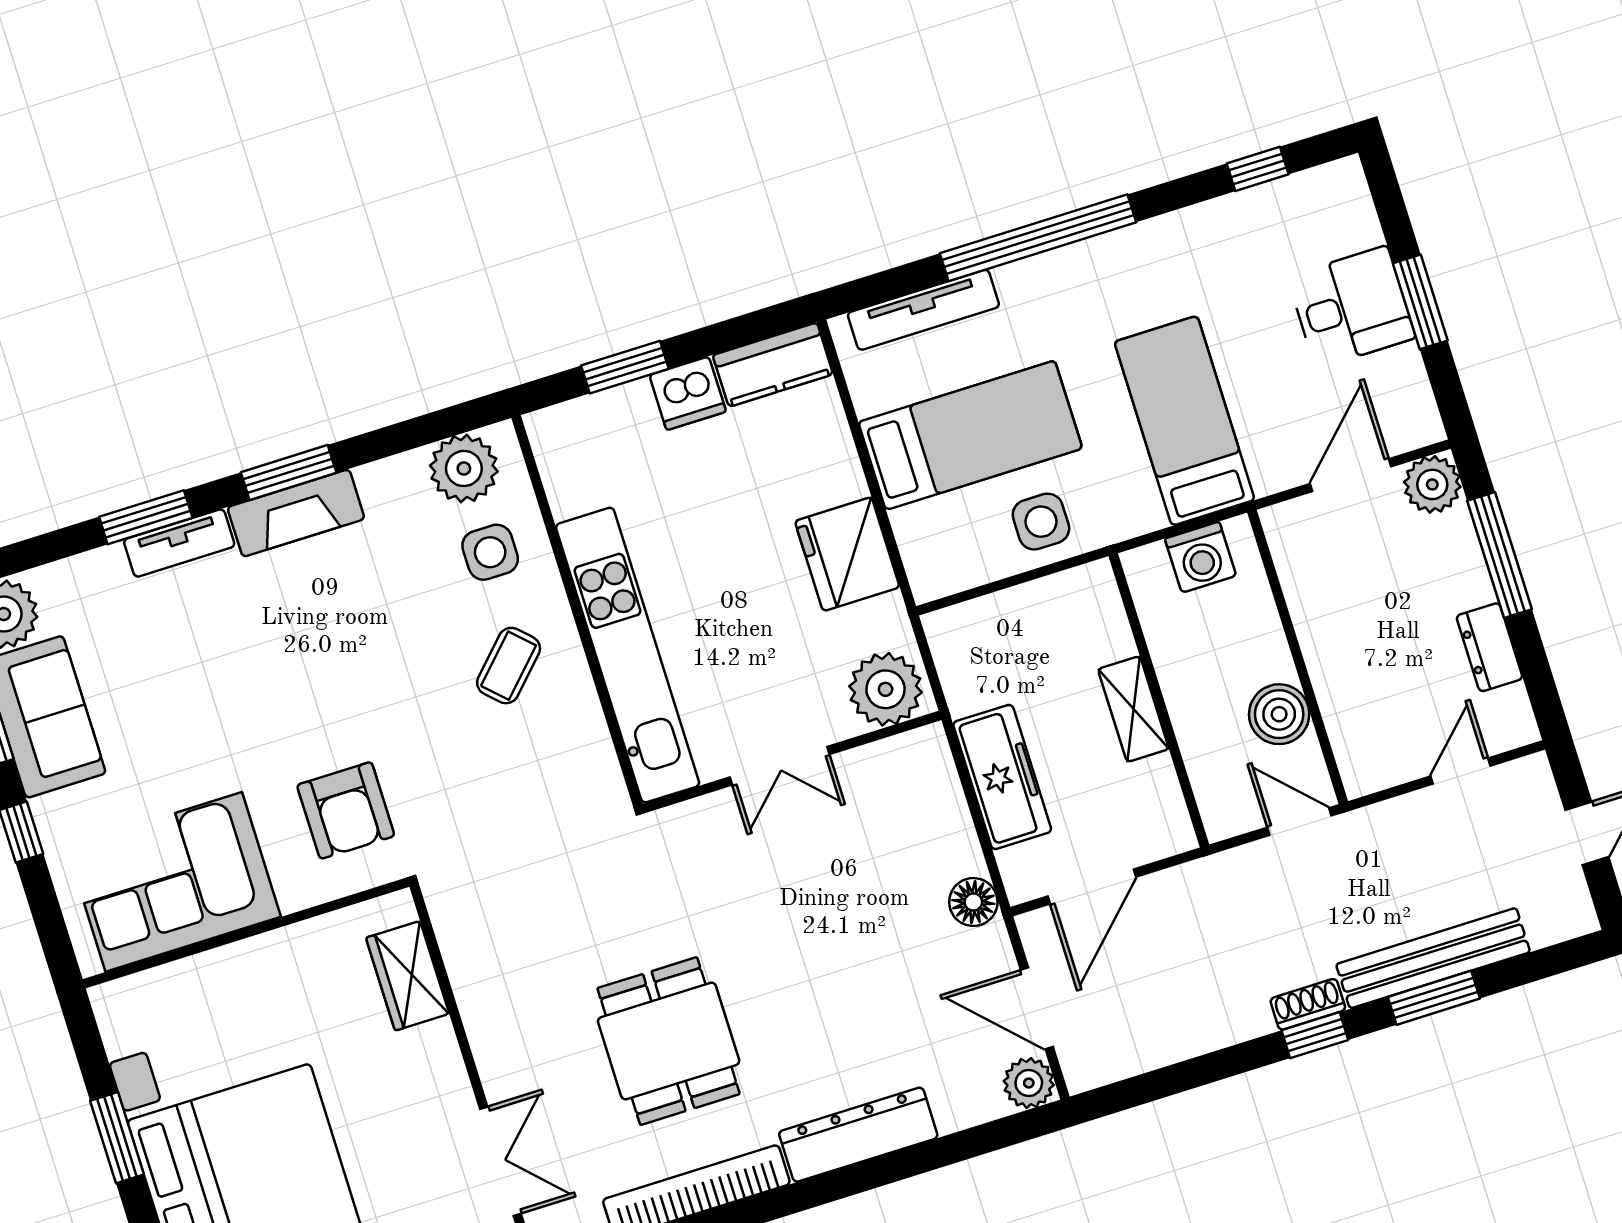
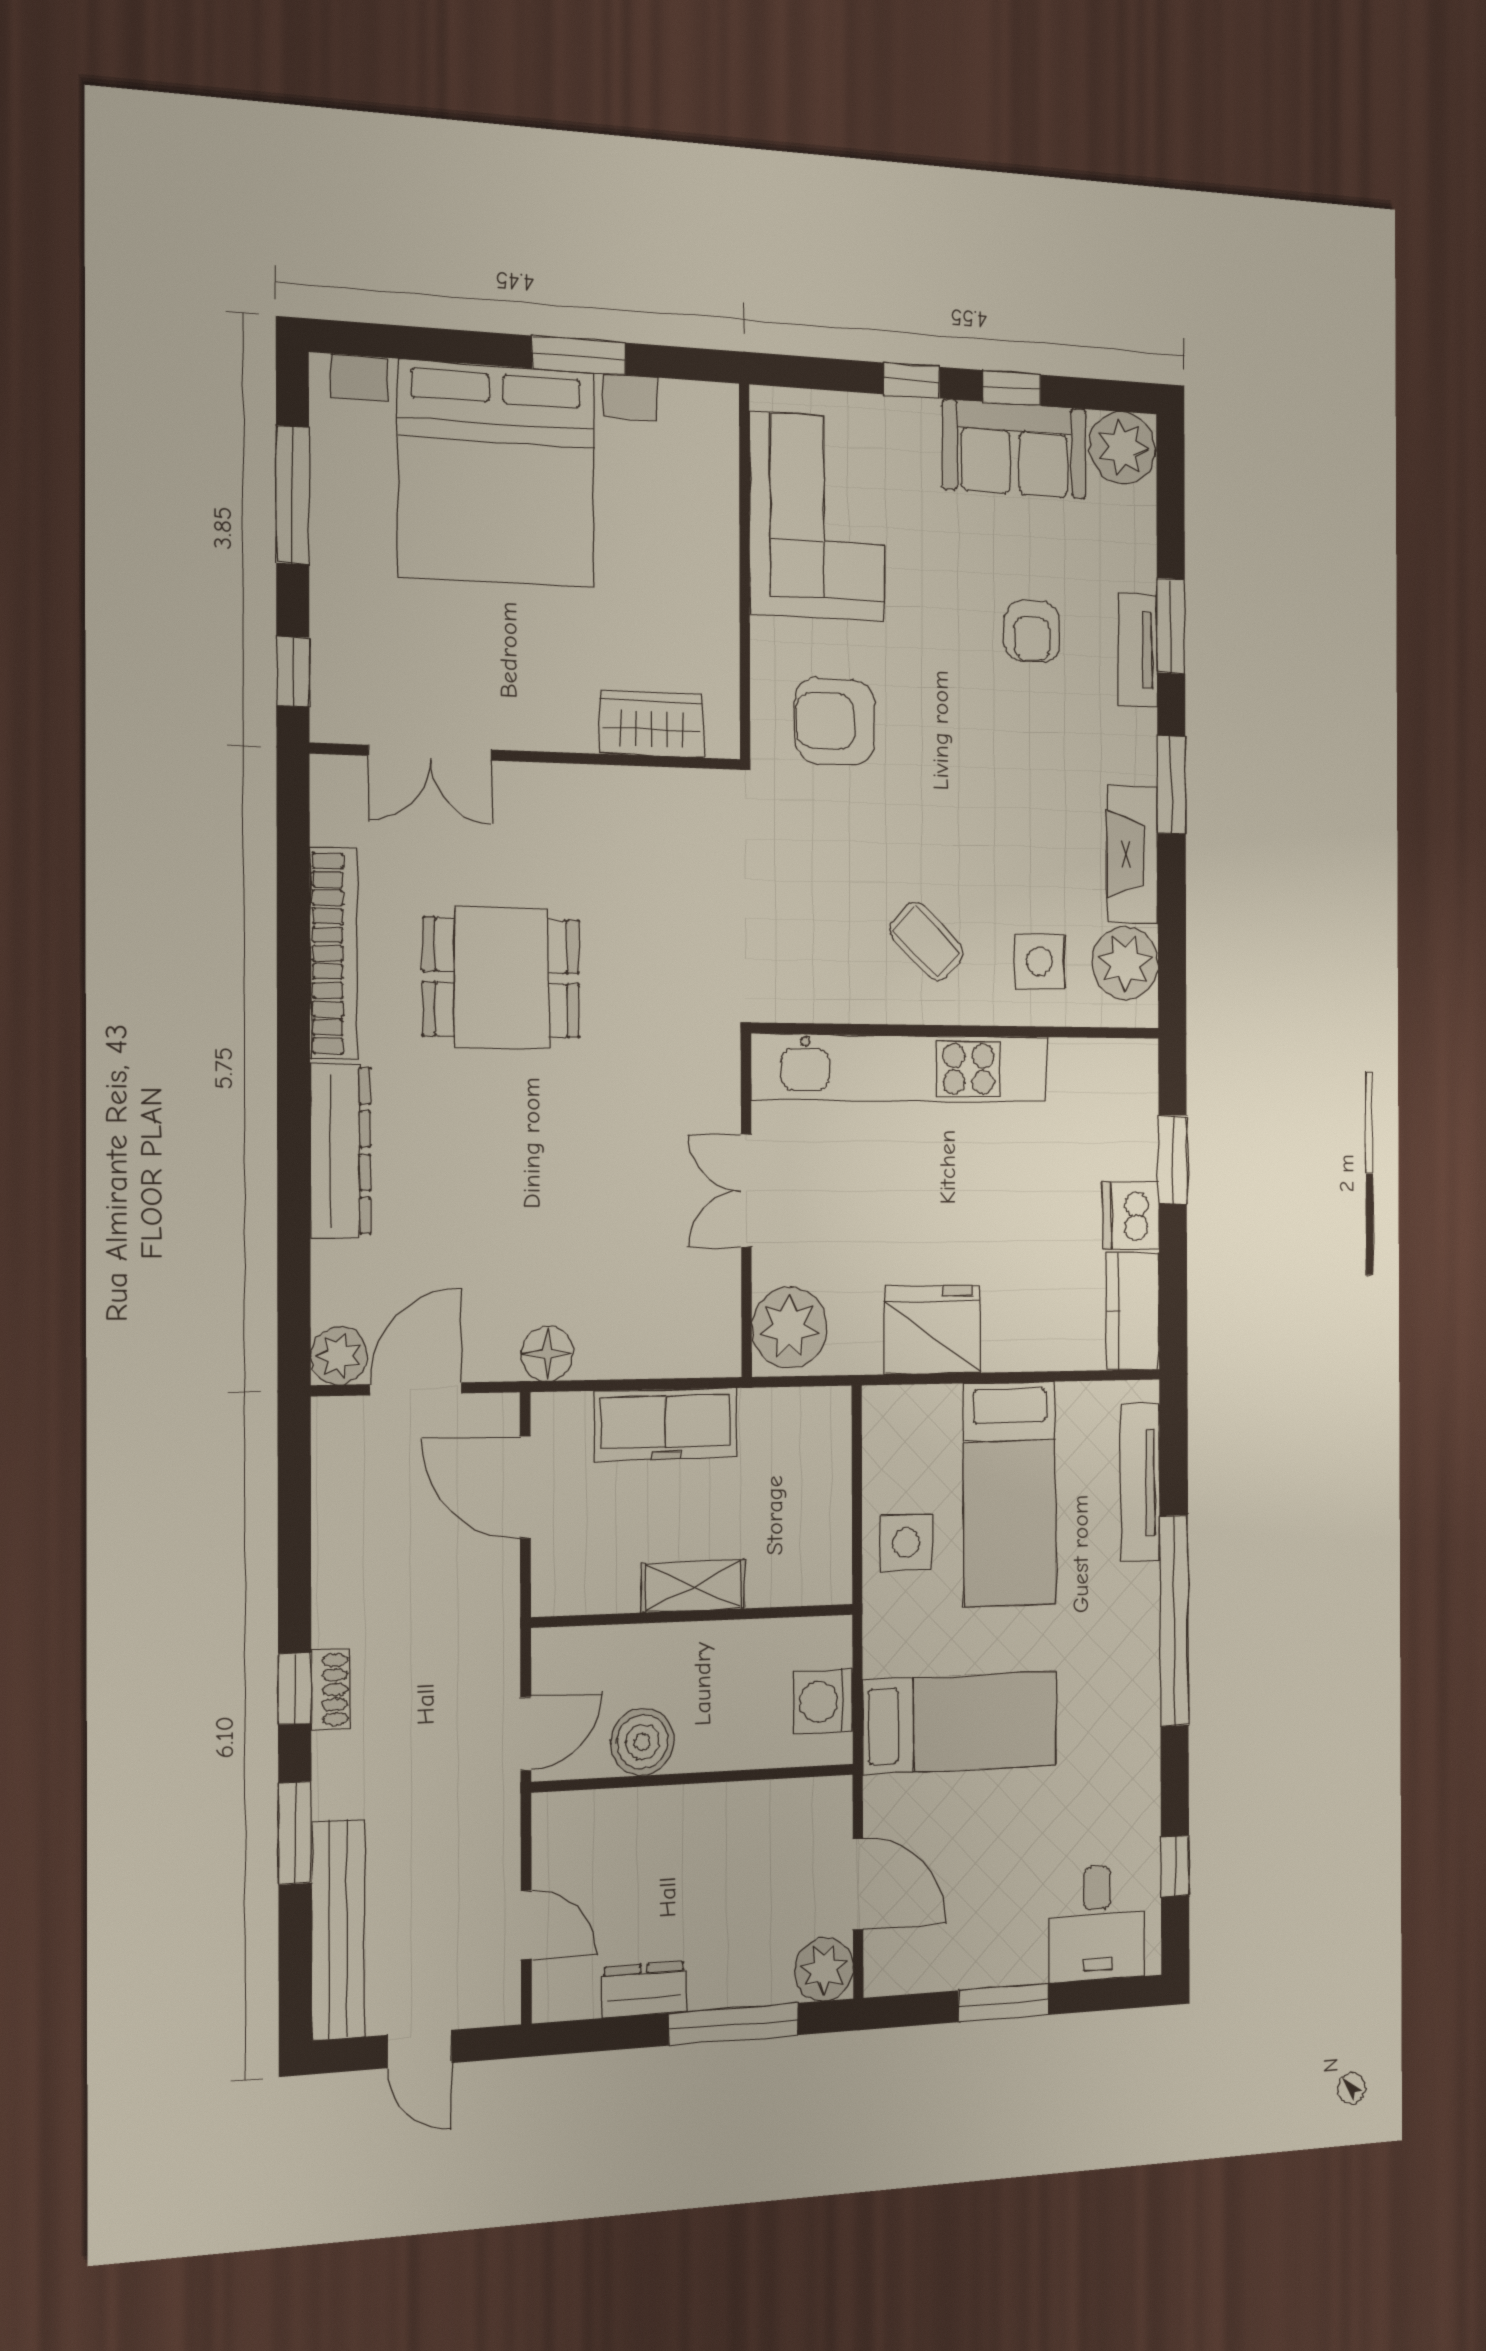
desk: (1351, 307) -> (1097, 1923), moved
fireplace: (296, 513) -> (1132, 854), moved
armchair: (200, 650) -> (1032, 632), added
bench: (1433, 958) -> (338, 1930), moved

